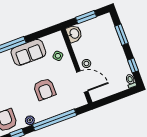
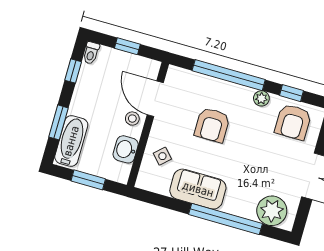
bathtub: (108, 30) -> (71, 141), added
washbasin: (74, 34) -> (126, 149), moved
armchair: (45, 89) -> (212, 125), turned 180
window: (115, 97) -> (127, 46), added

